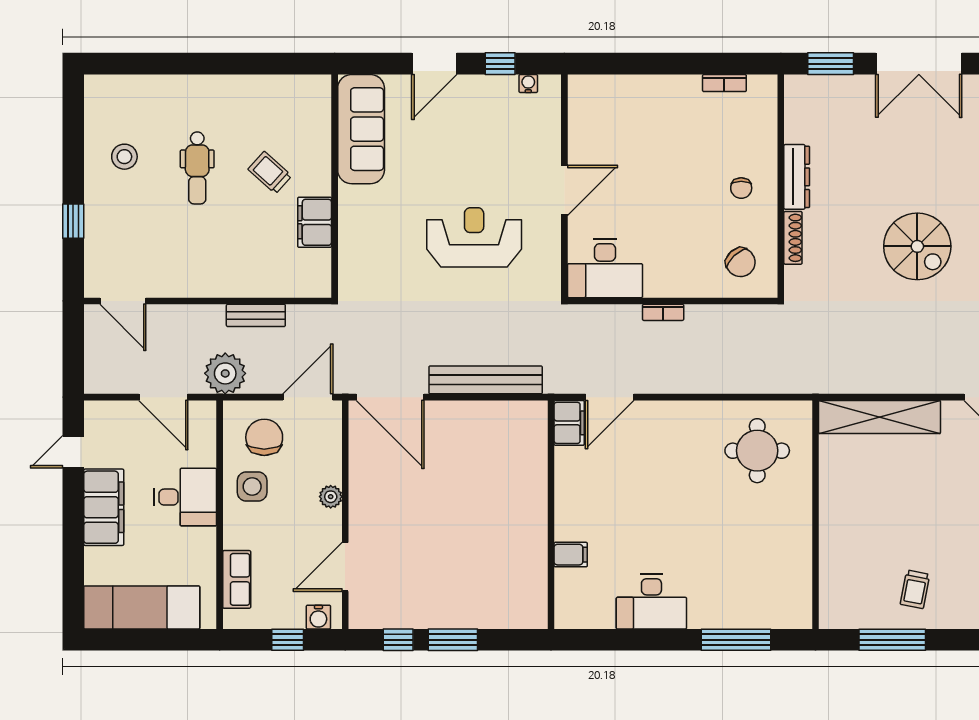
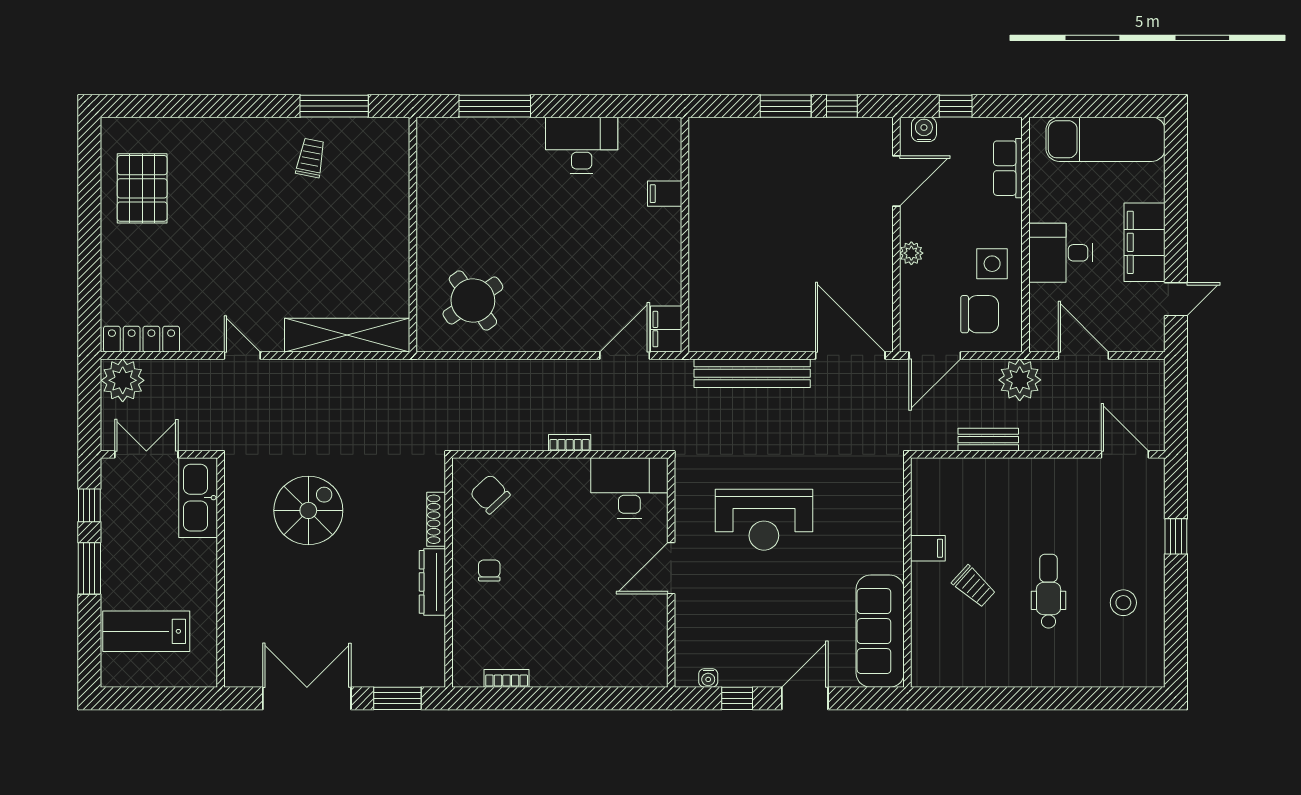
filing cabinet: (315, 222) -> (928, 548), width x0.50
spiral stairs: (917, 246) -> (308, 510), turned 90
chair: (264, 437) -> (980, 314), turned -90
round table: (757, 451) -> (473, 300), turned -35

